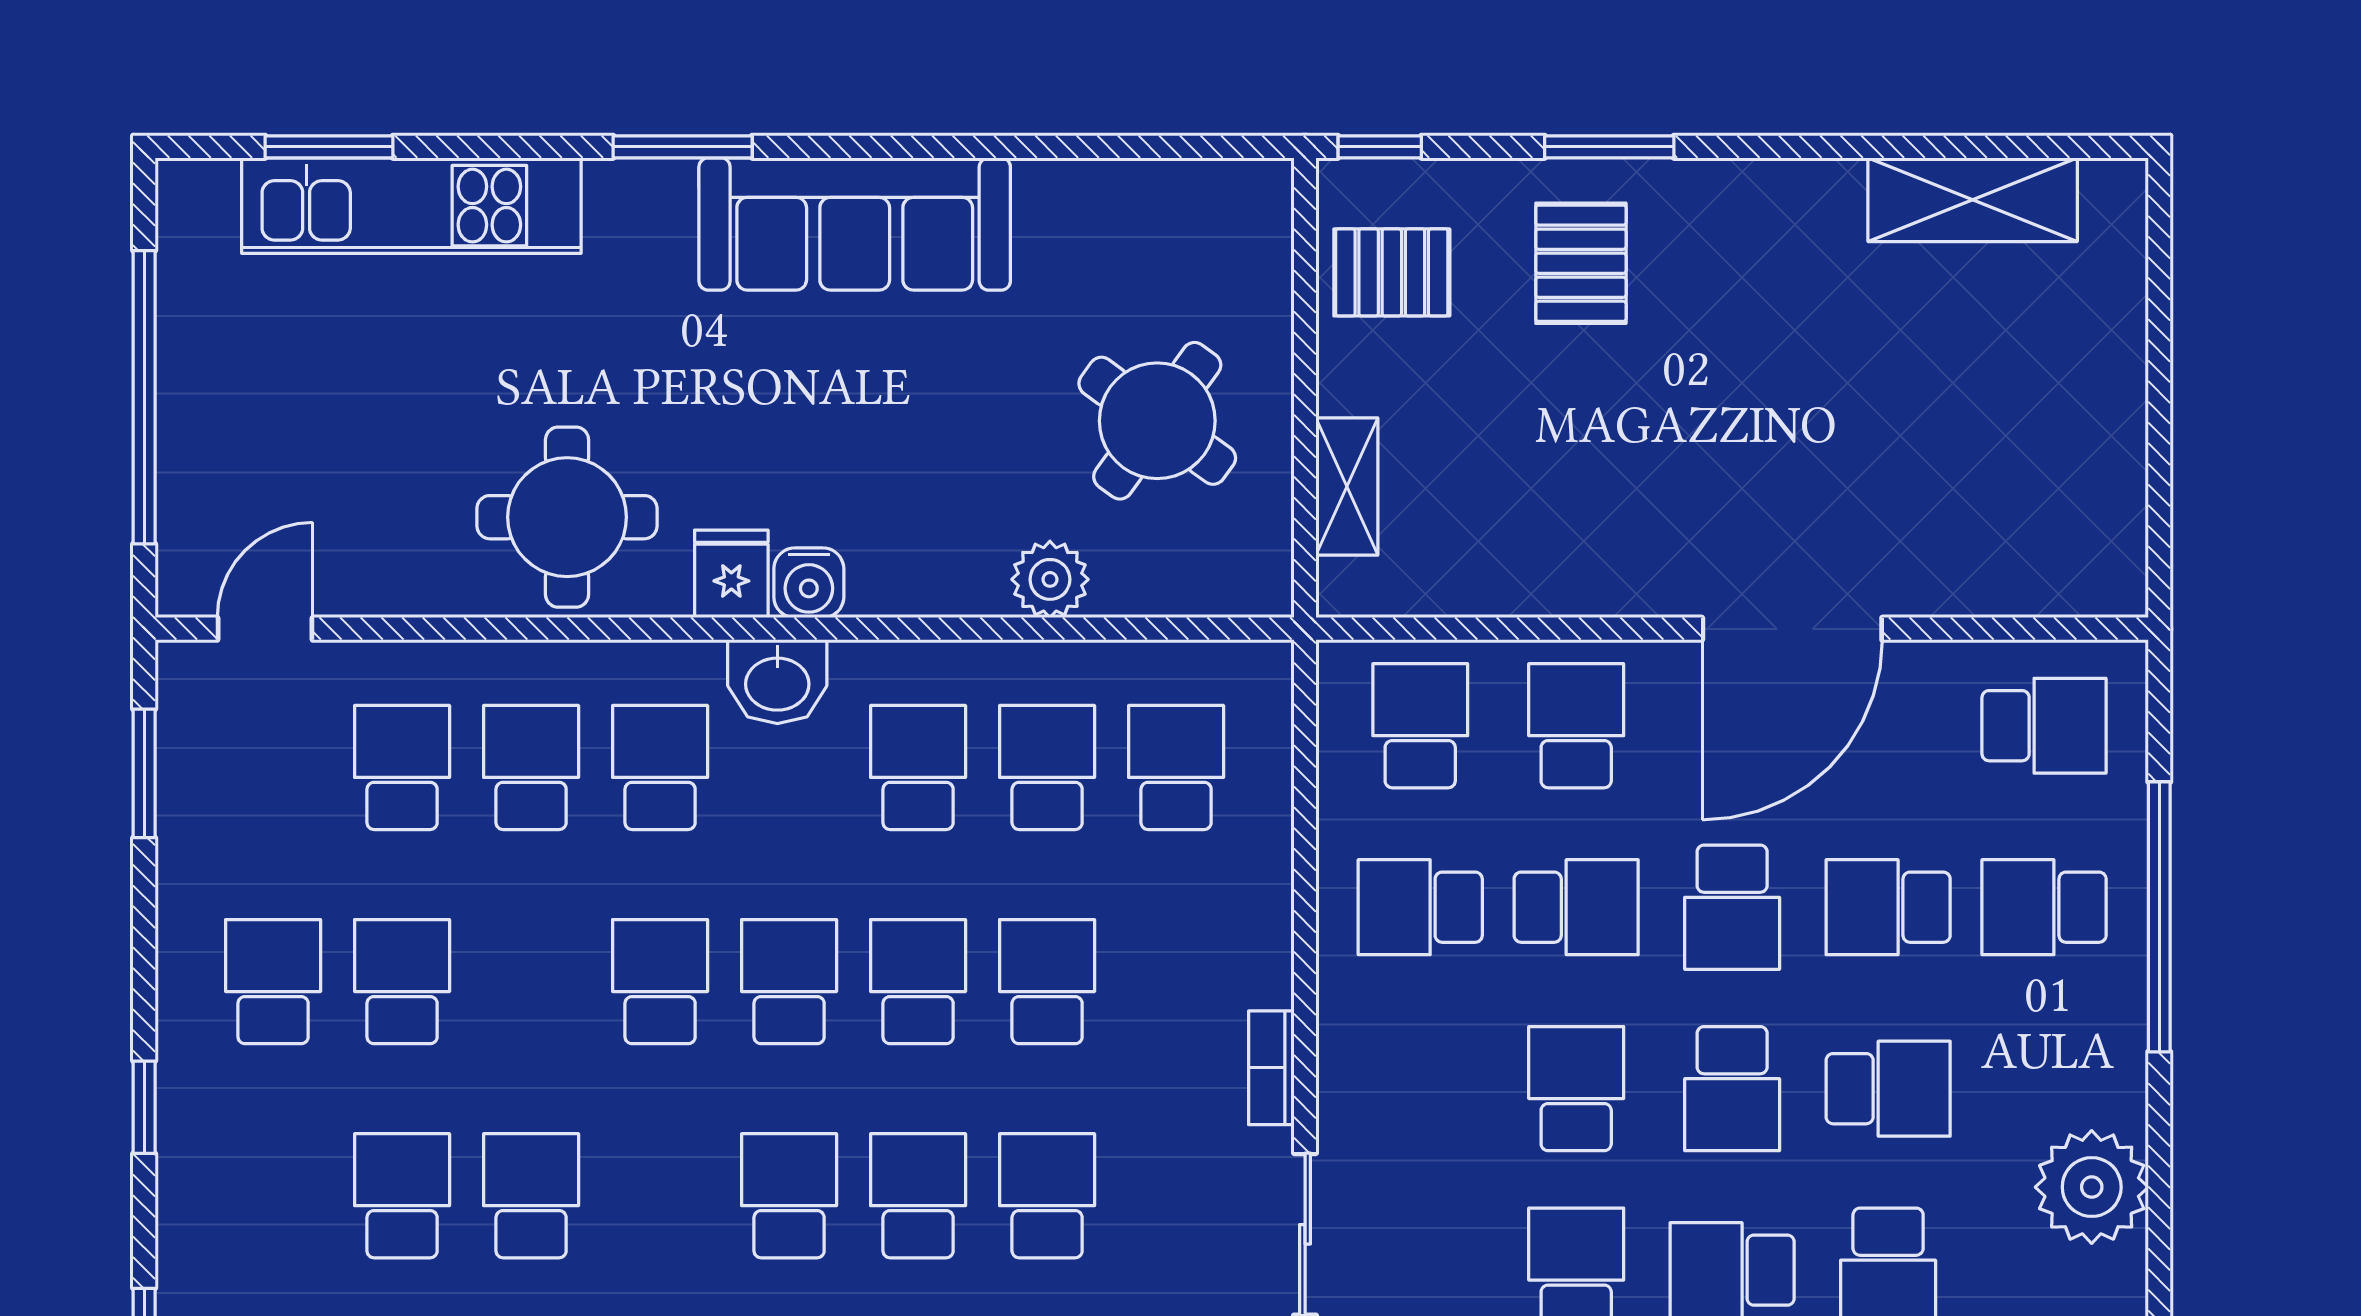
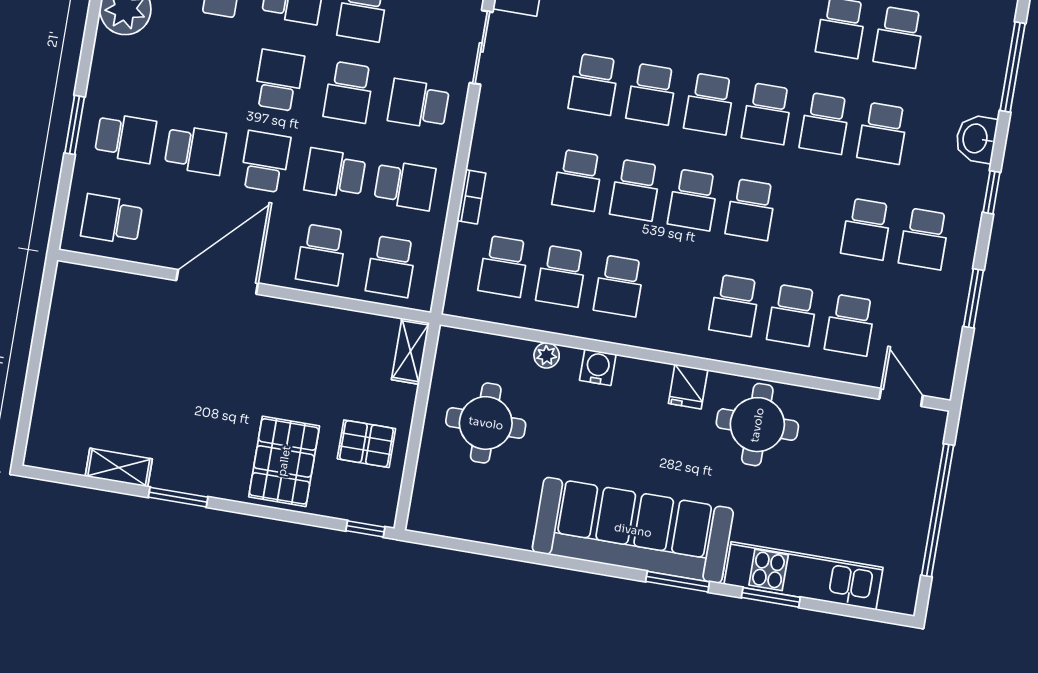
window: (329, 147) -> (771, 597), moved
window: (1609, 147) -> (178, 497), moved
shelving: (1973, 200) -> (119, 468), width x0.67, depth x0.75
sofa: (855, 224) -> (633, 530), width x1.36, depth x1.27
pallet: (1581, 263) -> (284, 461), width x1.50, depth x1.42
pallet: (1392, 272) -> (366, 444), moved
round table: (1157, 421) -> (486, 423), turned -36
shelving: (1347, 486) -> (411, 351), moved
plant: (1050, 579) -> (547, 355), width x0.73, depth x0.73
water cooler: (809, 583) -> (598, 367), moved
door: (265, 629) -> (901, 397), swing flipped
washbasin: (777, 682) -> (976, 139), moved, turned -90
window: (144, 773) -> (973, 298), moved
window: (2159, 917) -> (75, 125), width x0.47
bookcase: (1271, 1068) -> (471, 197), moved
school desk: (1888, 1089) -> (419, 104), moved
school desk: (660, 1196) -> (767, 114), added

